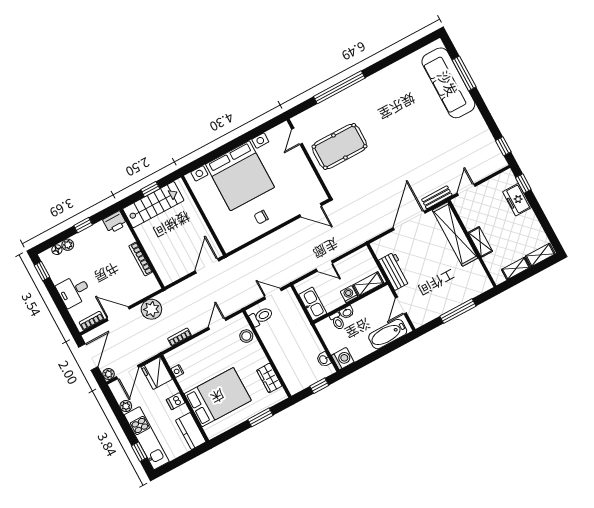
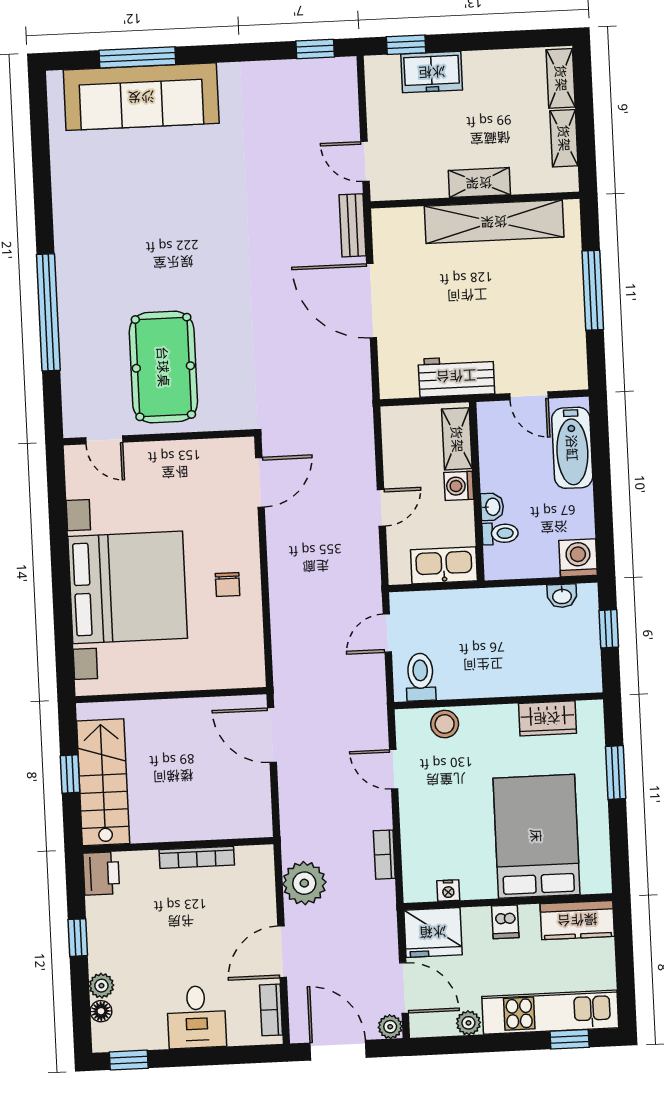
shelving: (455, 234) -> (494, 222), moved

